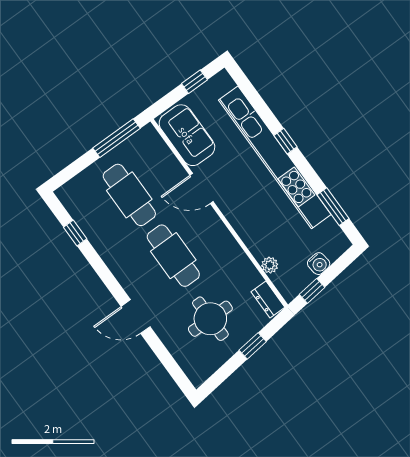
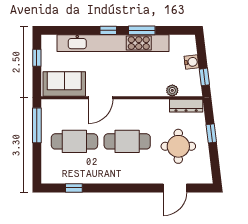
window: (333, 207) -> (142, 30), moved
dresser: (268, 299) -> (186, 106), width x1.44
door: (136, 317) -> (175, 188), moved

